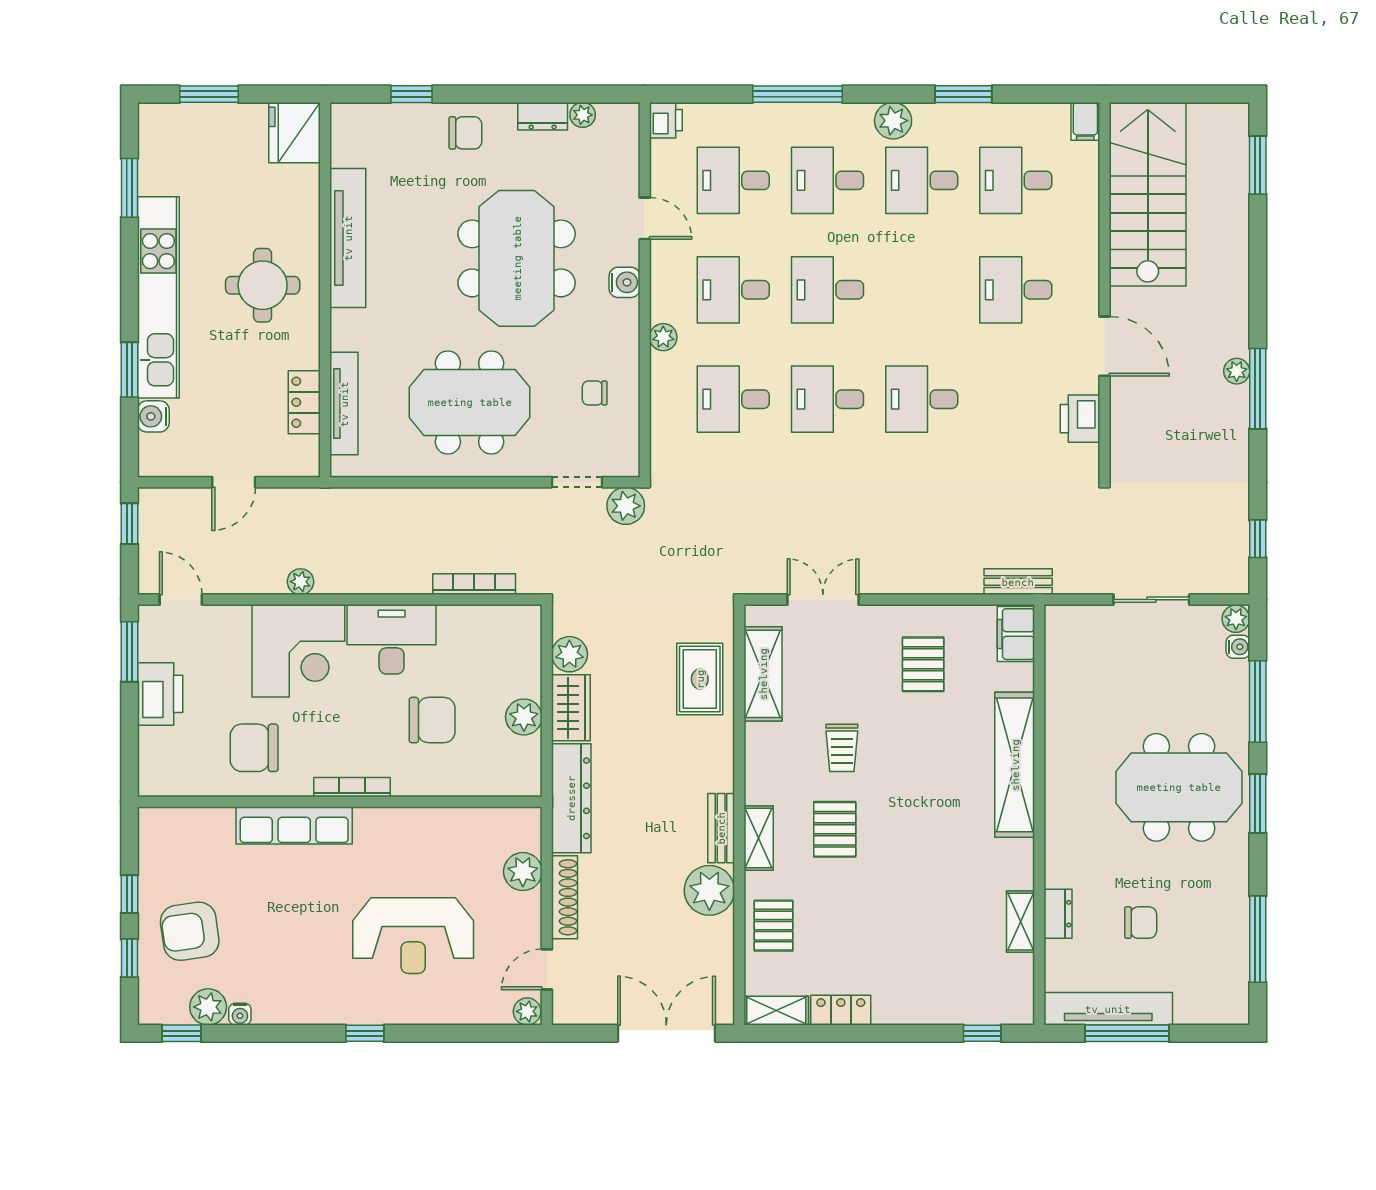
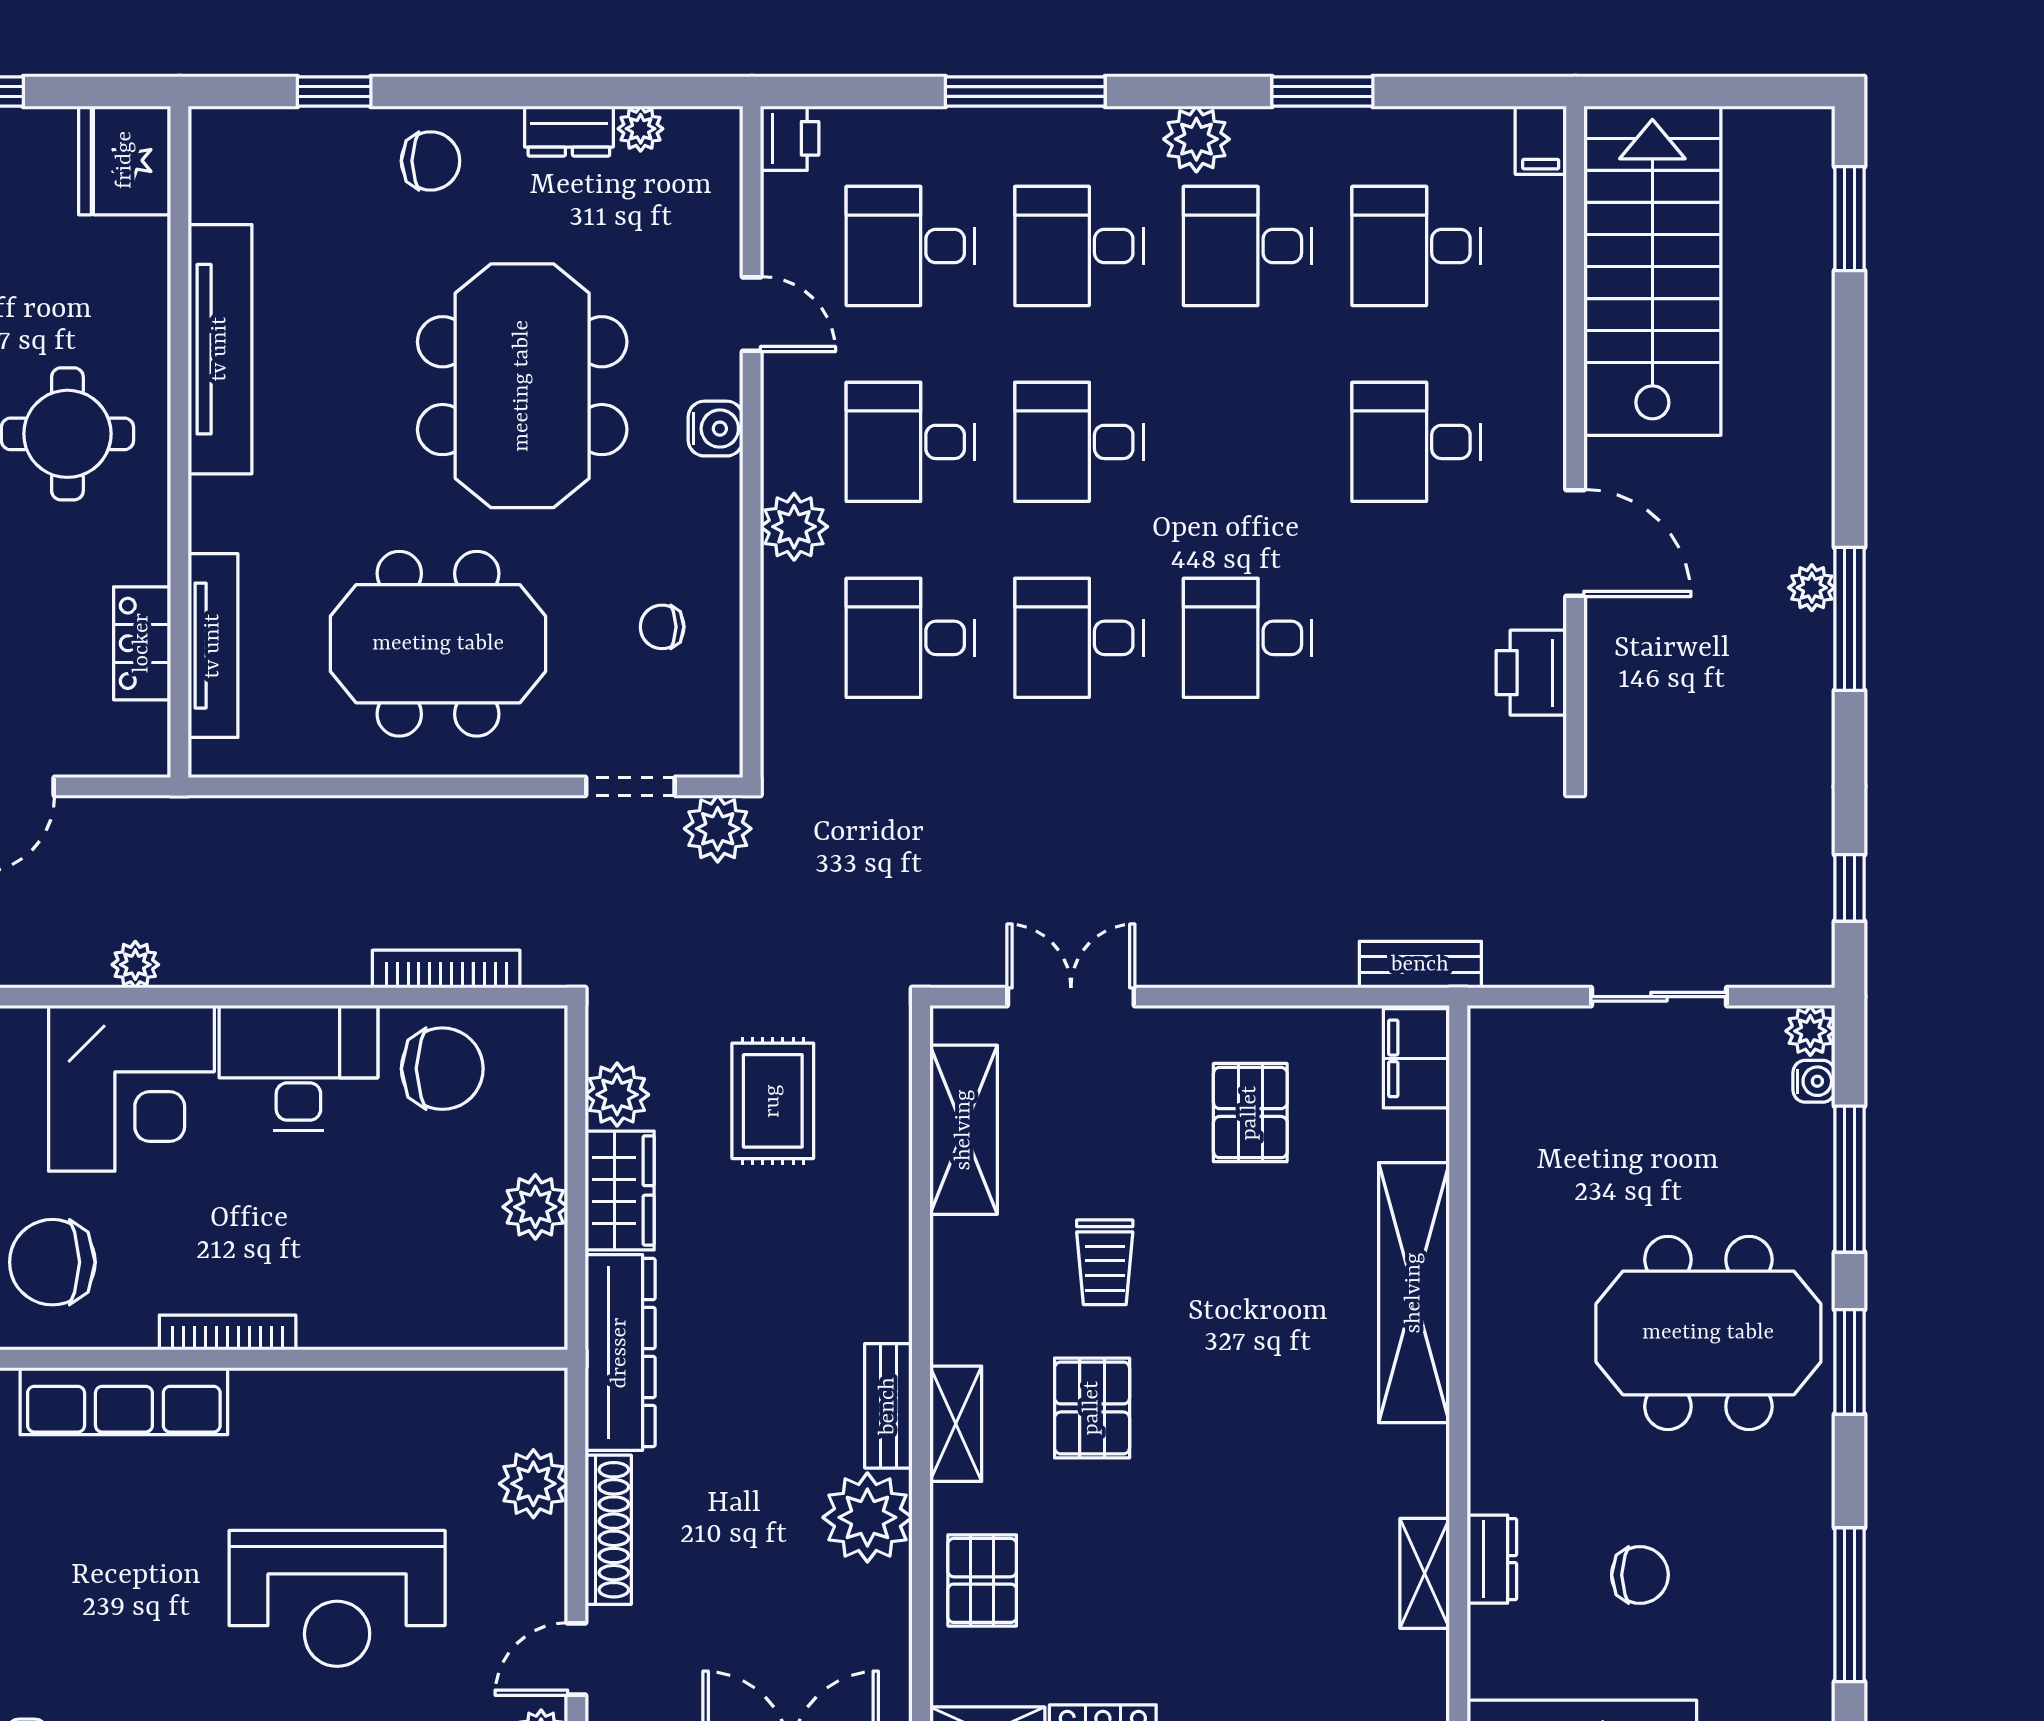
plant: (663, 337) -> (794, 527), width x1.38, depth x1.38
rug: (700, 679) -> (773, 1101), moved
chair: (432, 720) -> (442, 1069), moved

